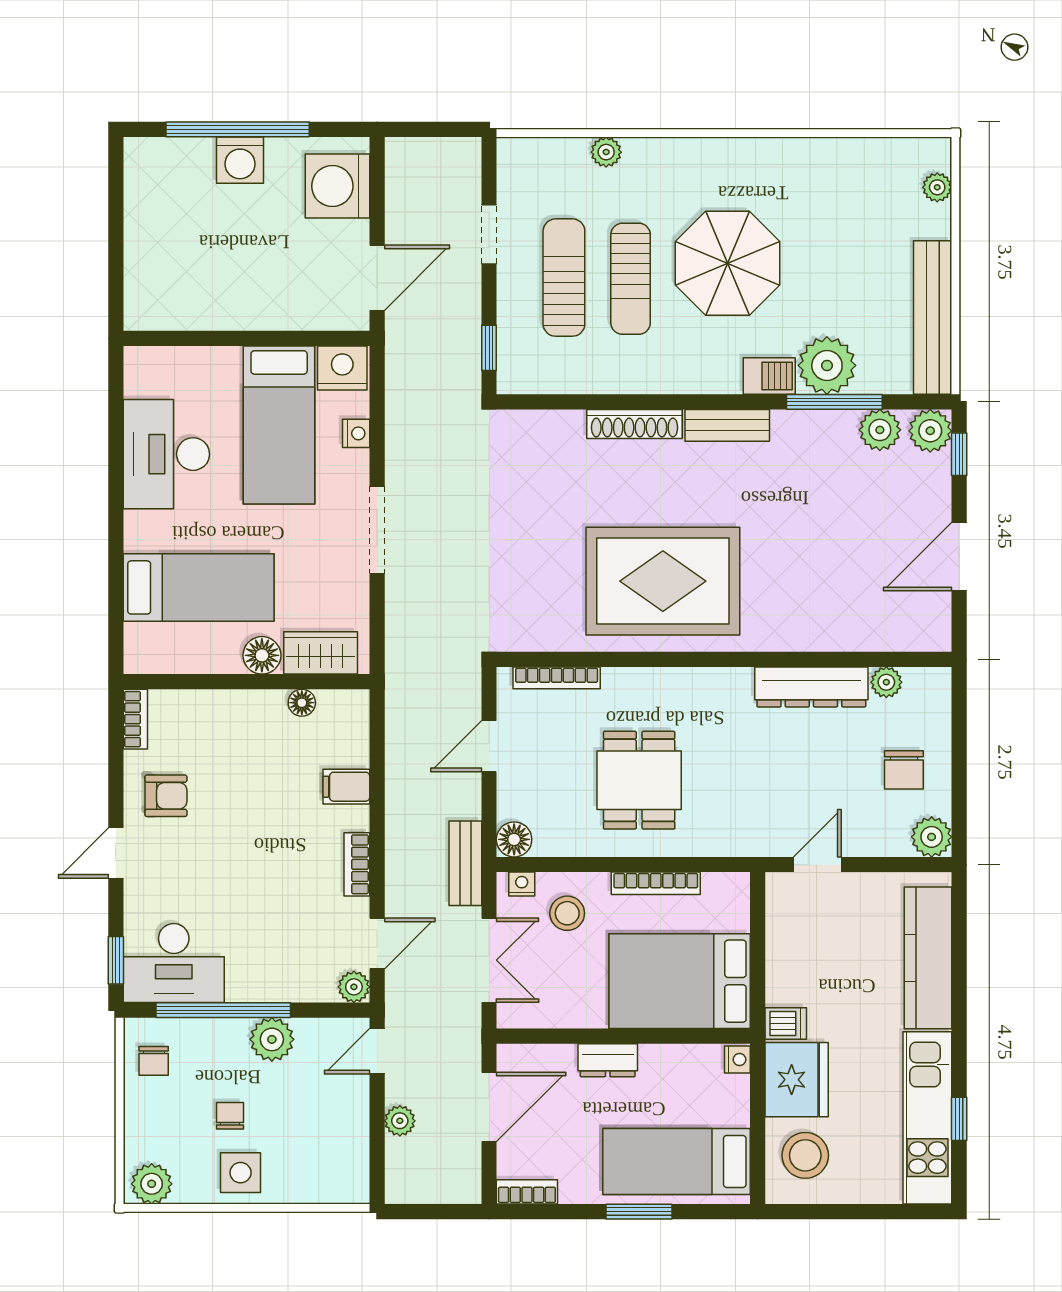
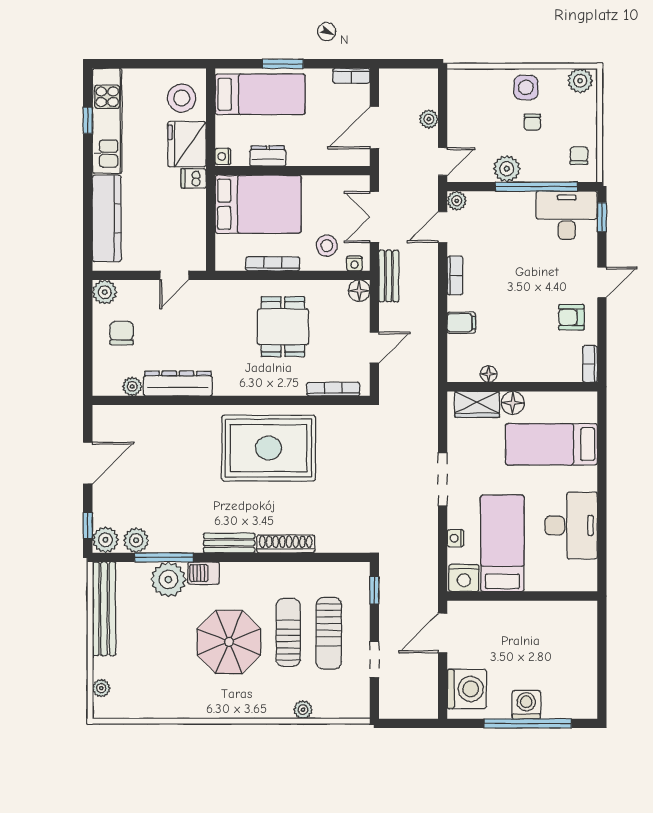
dresser: (608, 1060) -> (268, 156), moved

